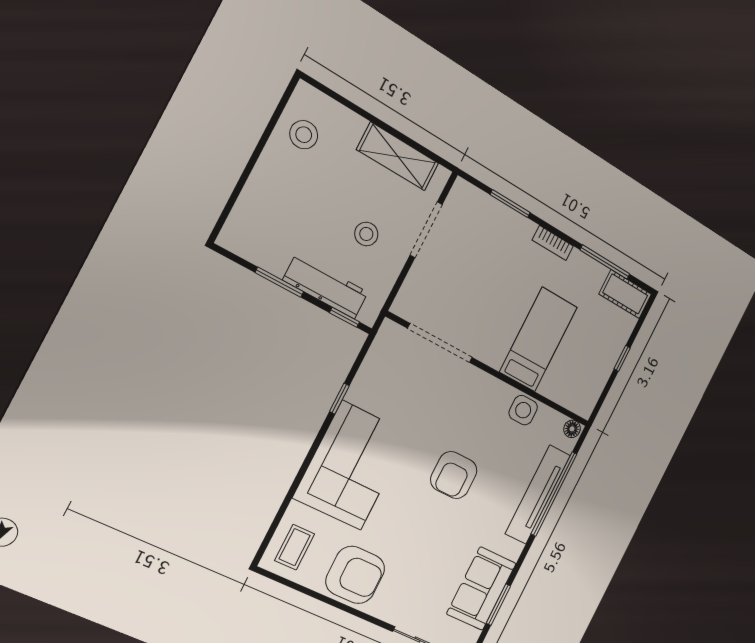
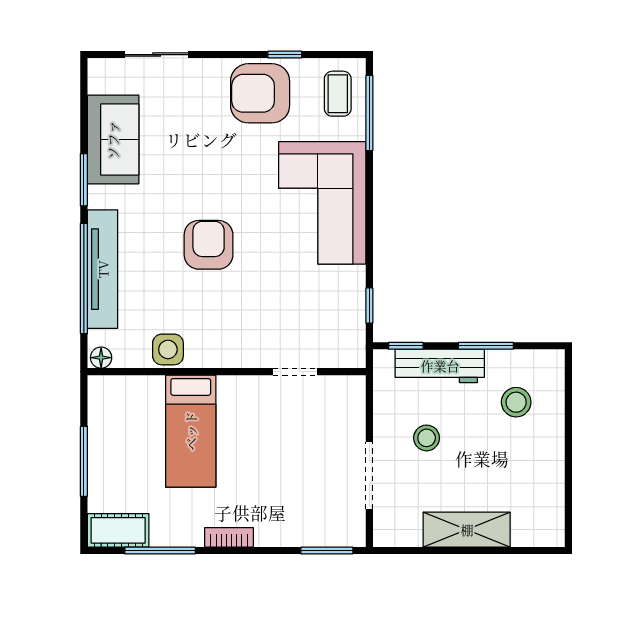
stool: (304, 135) -> (516, 402), moved
shelving: (398, 156) -> (467, 530), moved
window: (510, 204) -> (327, 550), moved
doorway: (440, 343) -> (295, 372), width x0.53
window: (622, 358) -> (84, 461), width x2.17
window: (339, 399) -> (369, 306), moved
window: (277, 520) -> (369, 113), added
window: (320, 597) -> (285, 55), added
window: (498, 605) -> (84, 180), moved

